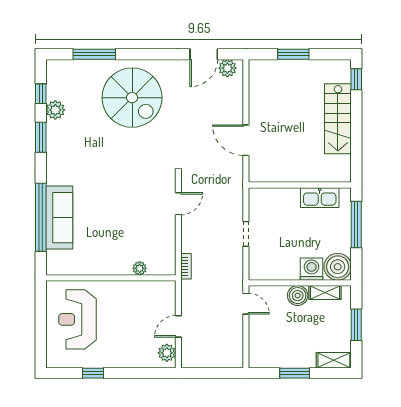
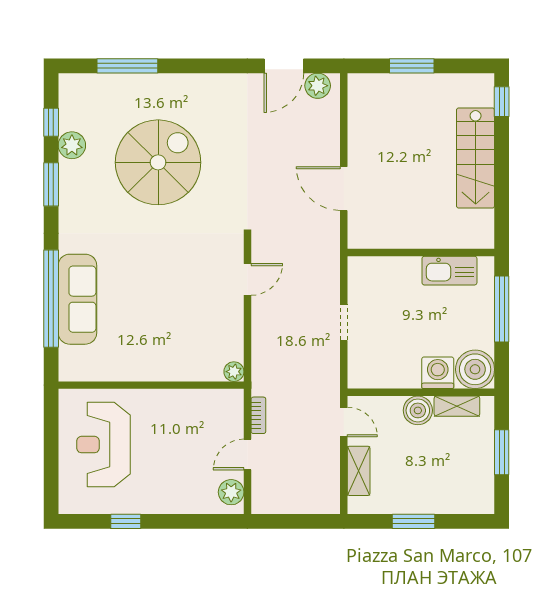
spiral stairs: (132, 98) -> (158, 162), moved, turned -90
bookcase: (186, 266) -> (258, 415), moved
plant: (140, 268) -> (234, 372), moved
shelving: (334, 360) -> (359, 471), moved, turned 90

